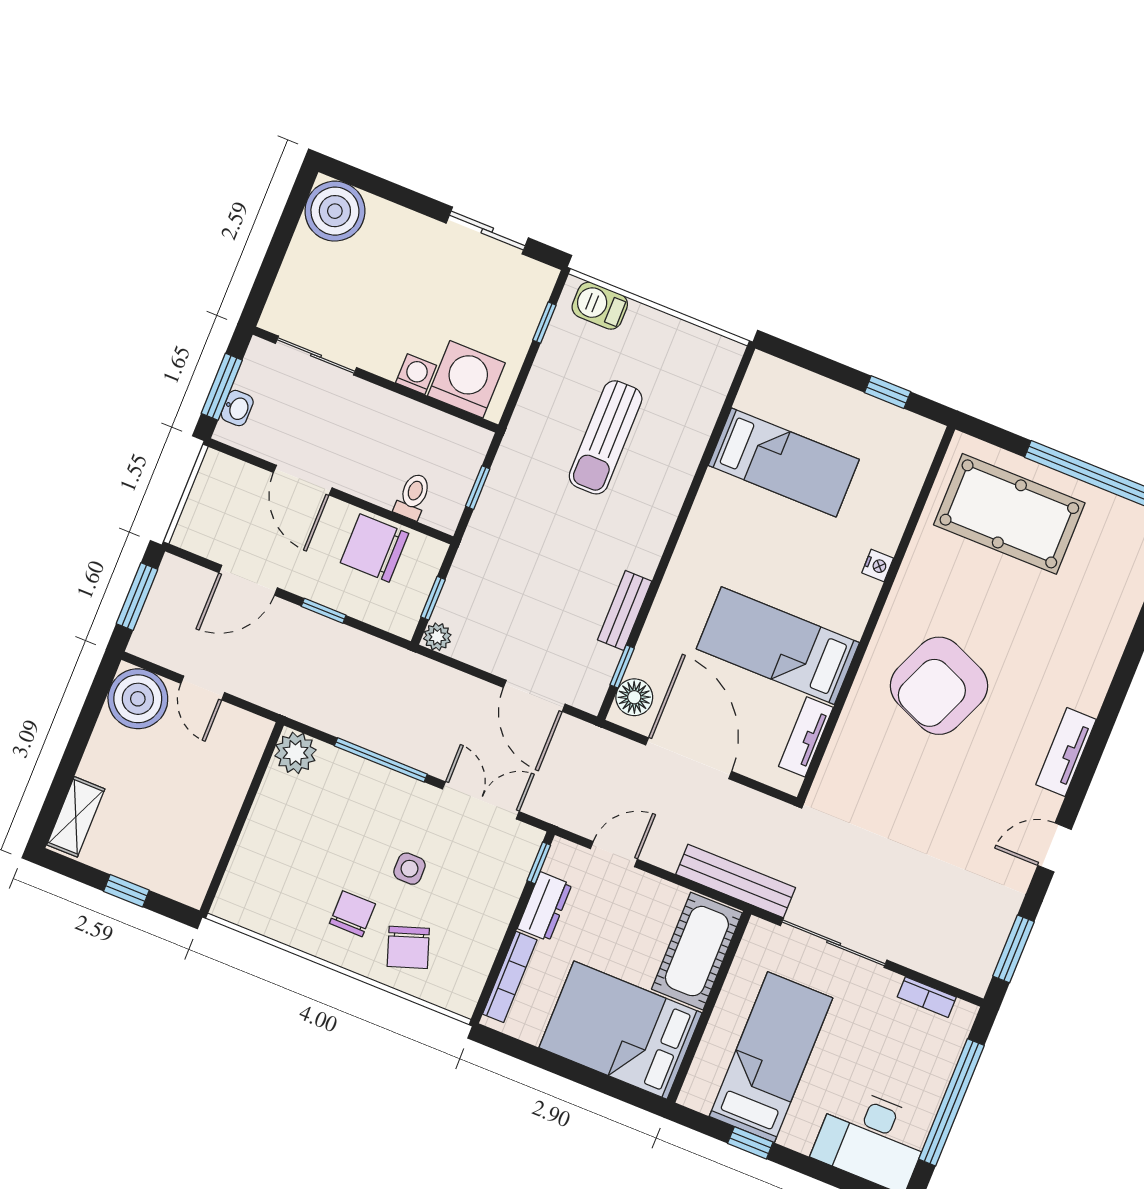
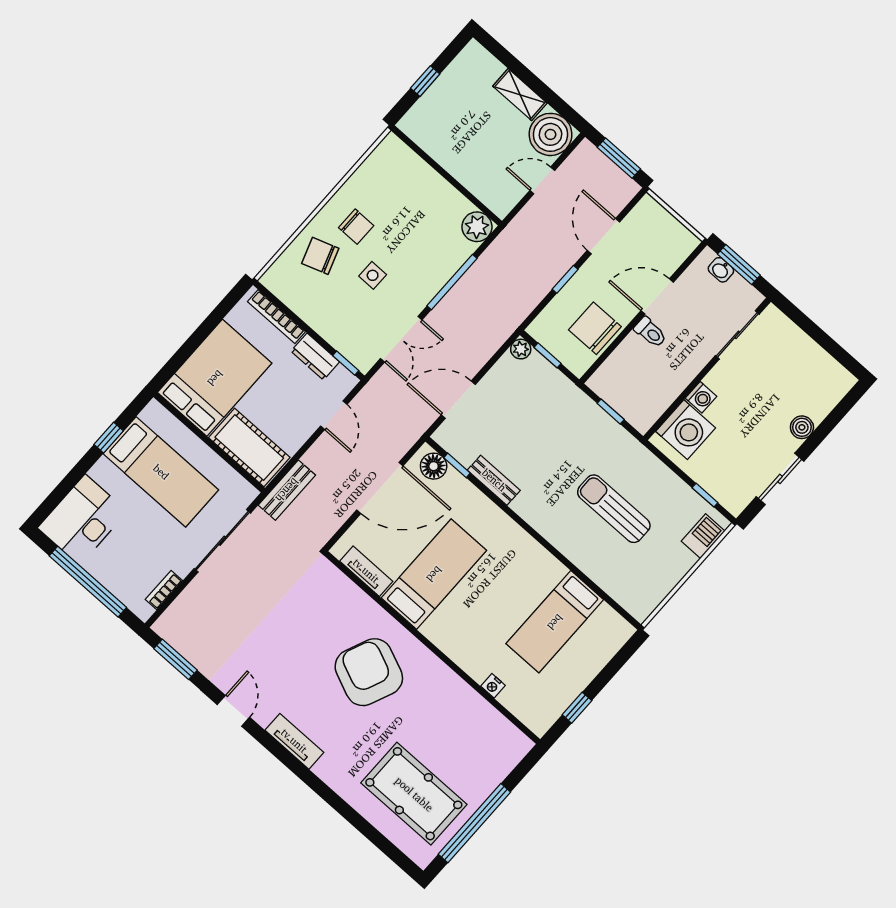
boiler: (335, 211) -> (802, 427), moved, width x0.54, depth x0.54
toilet: (413, 496) -> (650, 332), moved
pool table: (1009, 514) -> (414, 794), moved, turned 90
chair: (375, 548) -> (595, 328), turned -90
nightstand: (878, 565) -> (493, 686), moved
shelving: (76, 817) -> (520, 95), moved
bench: (736, 881) -> (287, 490), width x0.73

